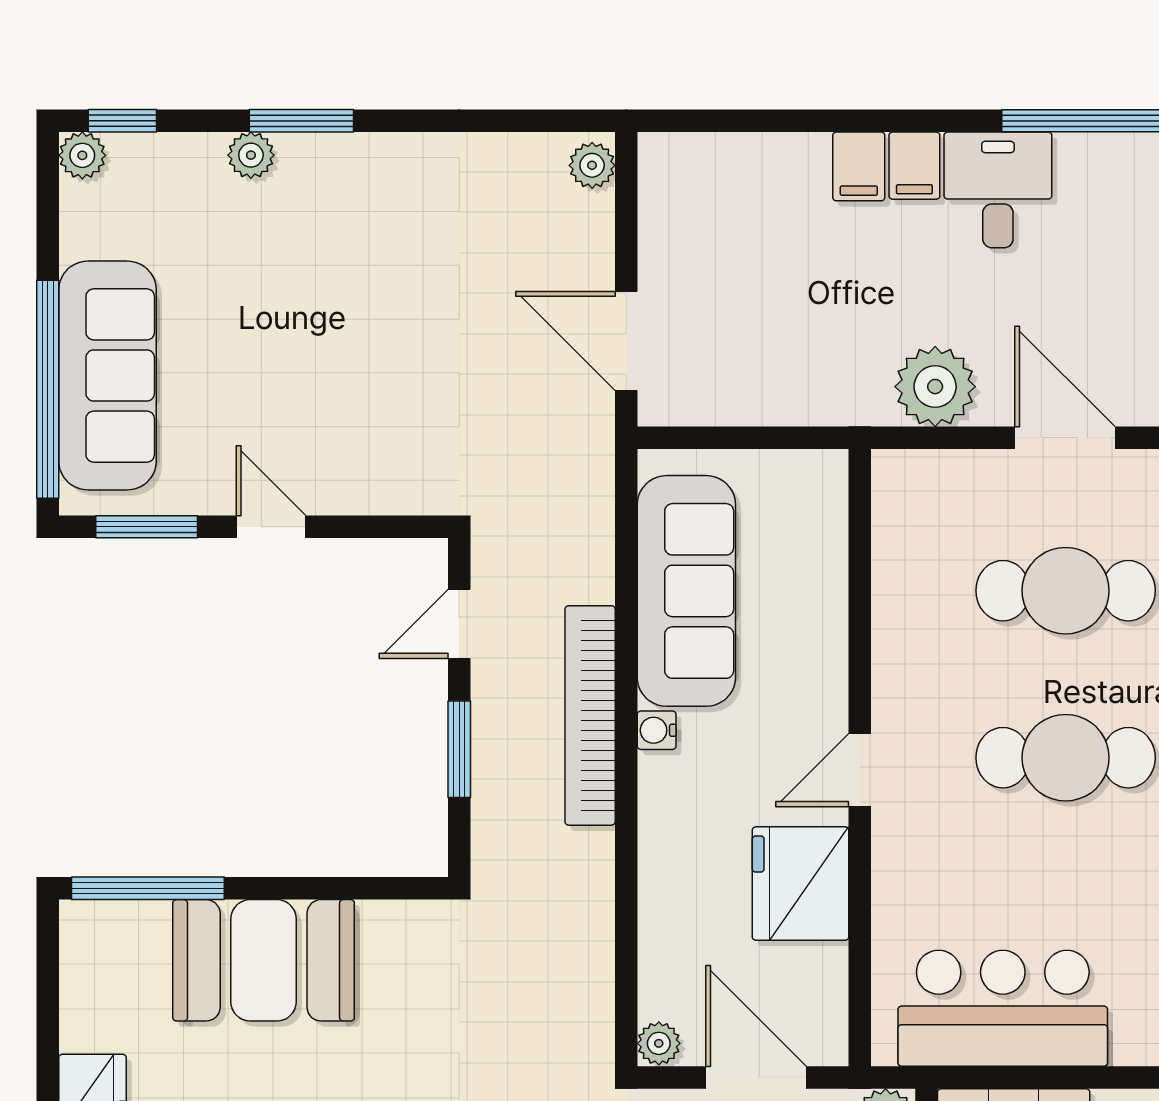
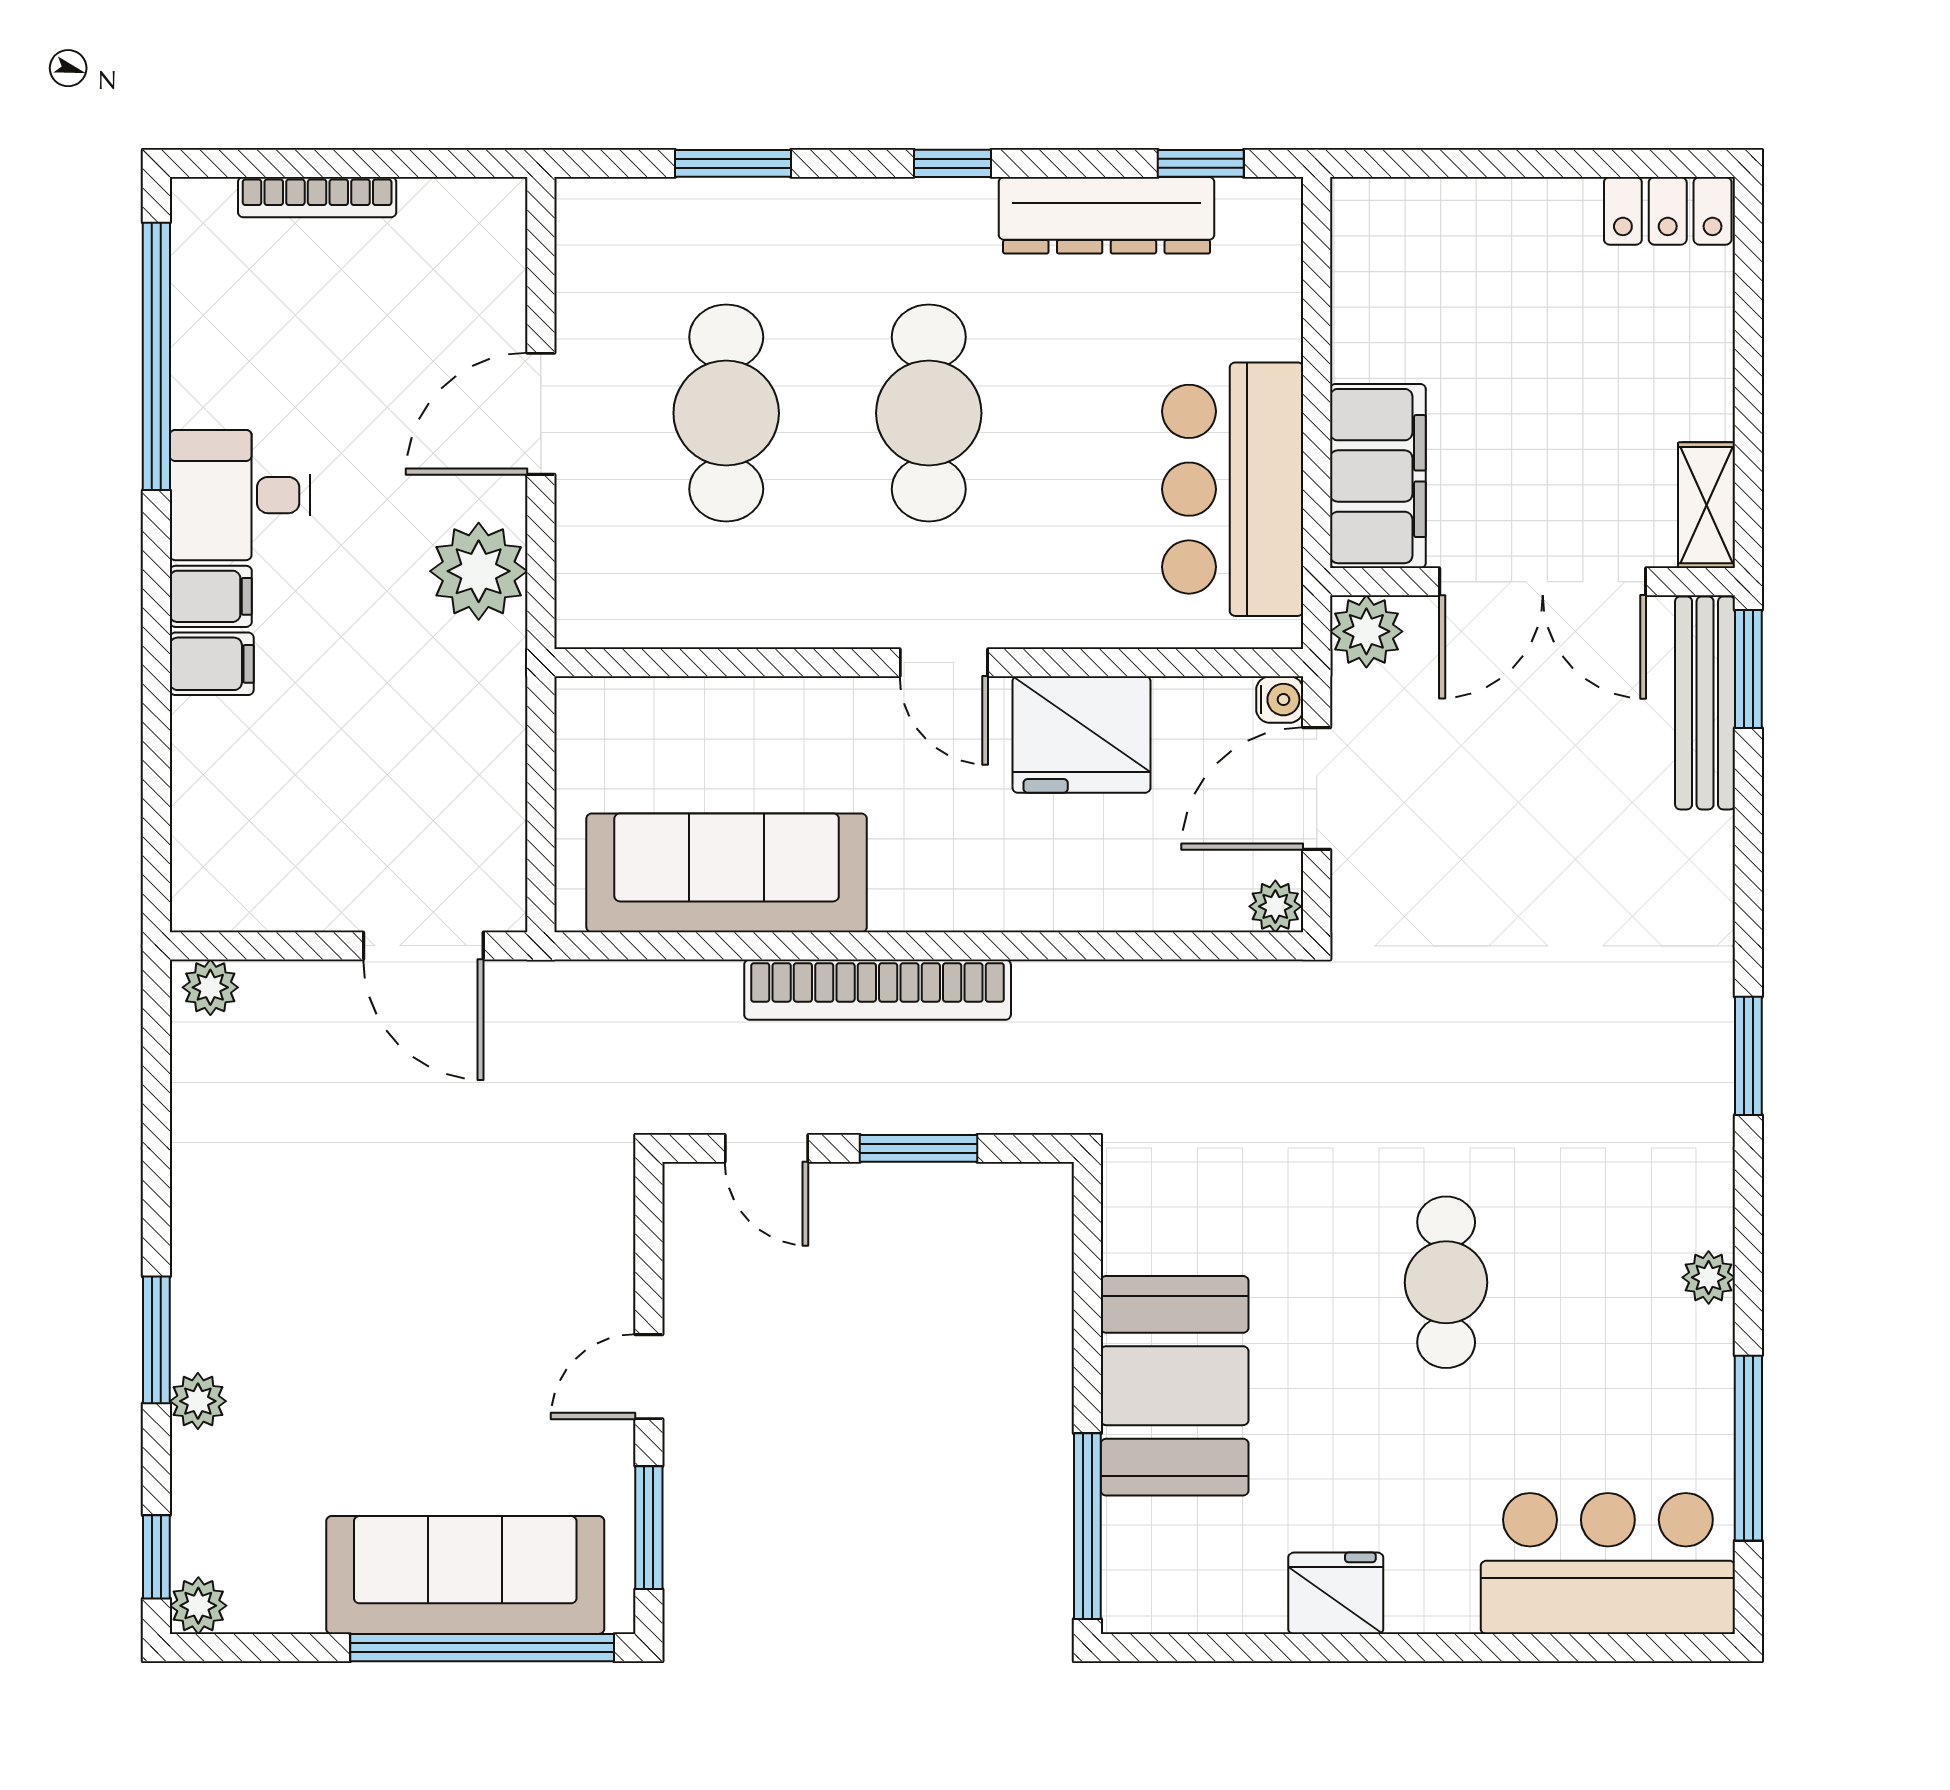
door: (626, 341) -> (423, 946), hinge flipped
water cooler: (657, 730) -> (1280, 700), moved, turned -90

